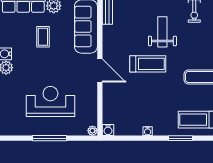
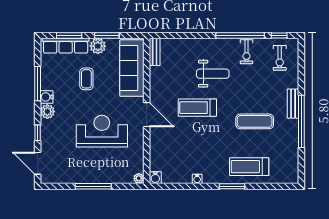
weight bench: (162, 32) -> (213, 74), turned 90
treadmill: (148, 64) -> (197, 108), turned 180
reception desk: (50, 101) -> (102, 131), moved

